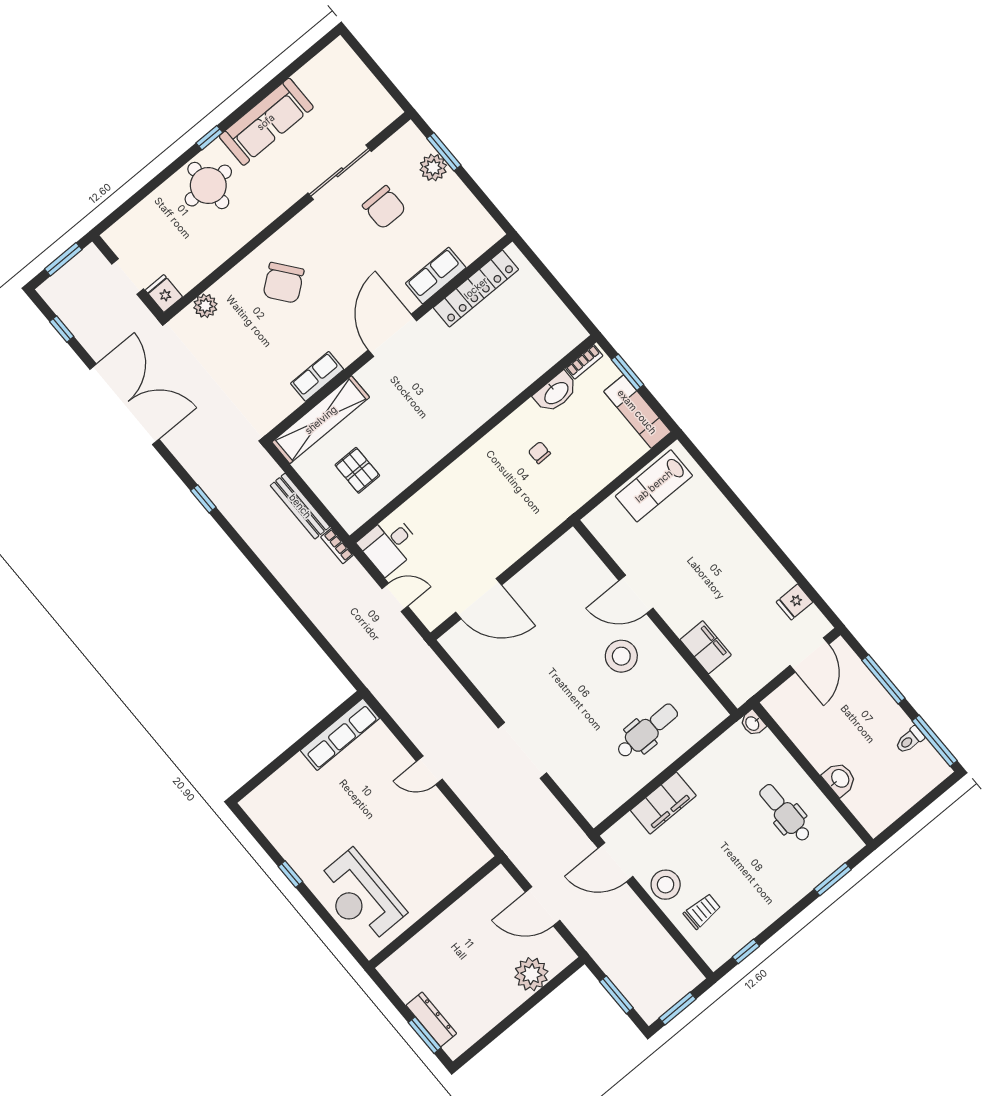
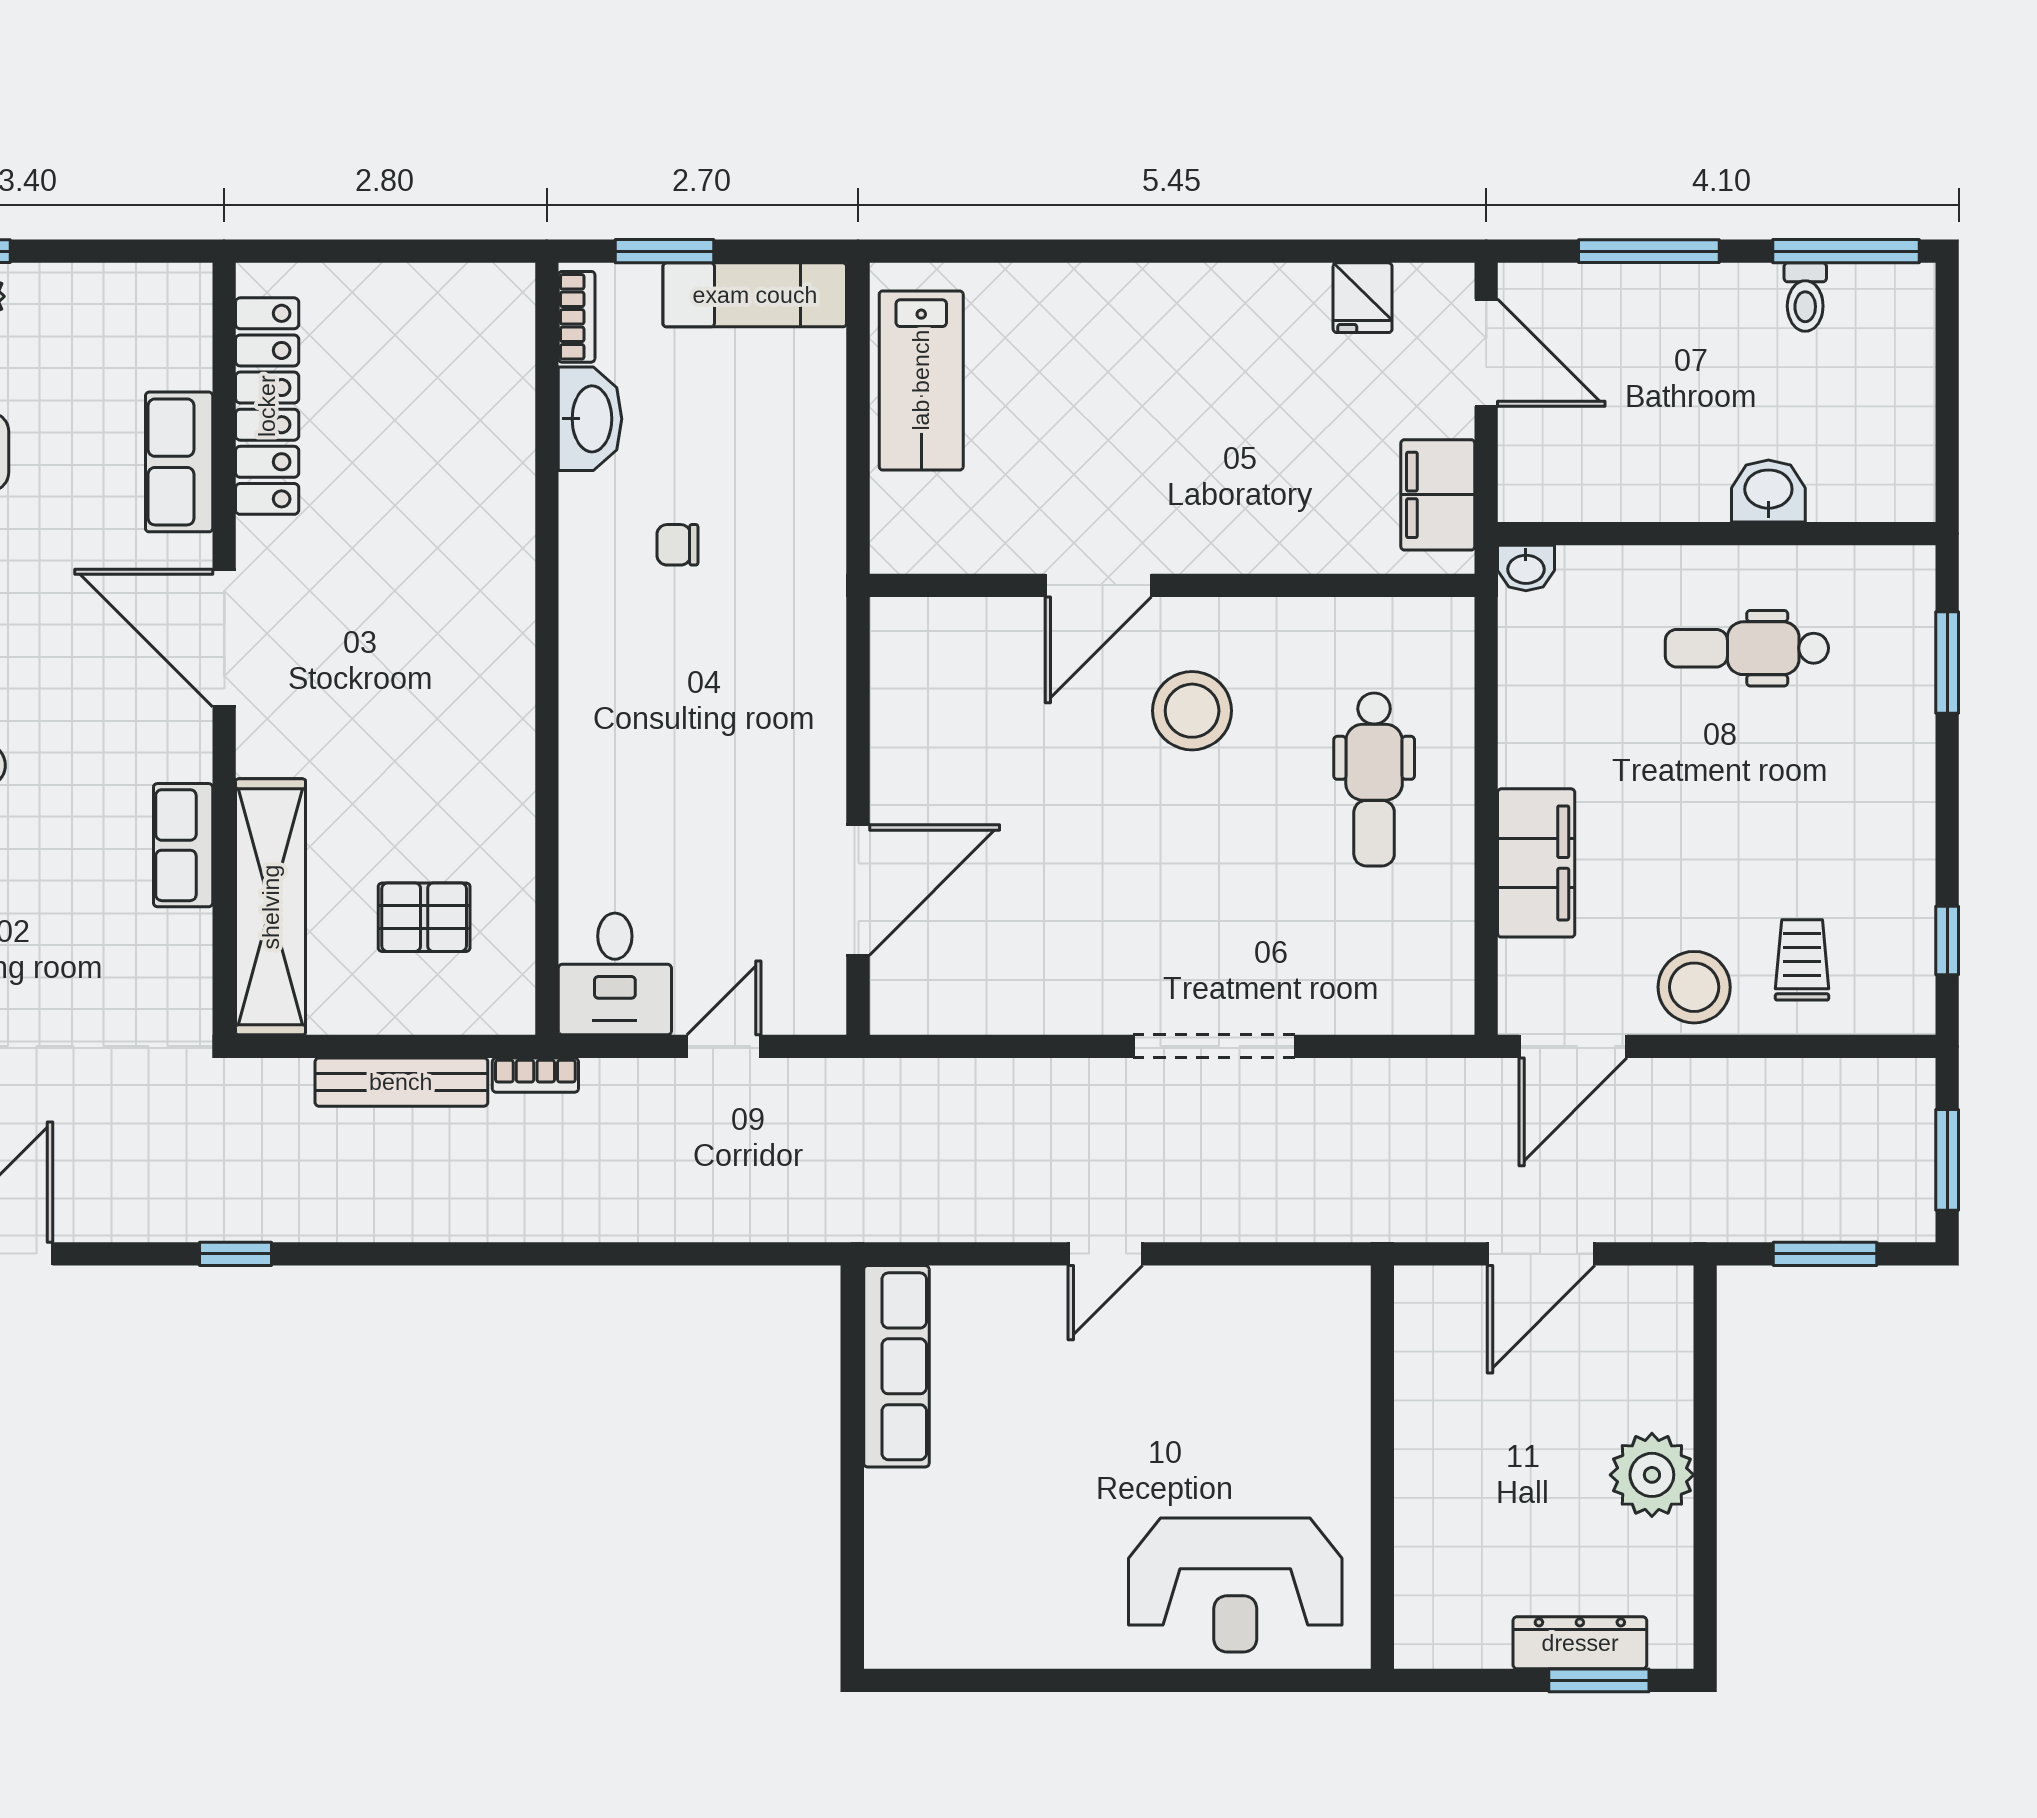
filing cabinet: (706, 647) -> (1438, 495), moved, turned -90
dental chair: (647, 731) -> (1374, 779), turned 180
window: (290, 874) -> (1083, 1680), removed
plant: (531, 974) -> (1652, 1475), moved

